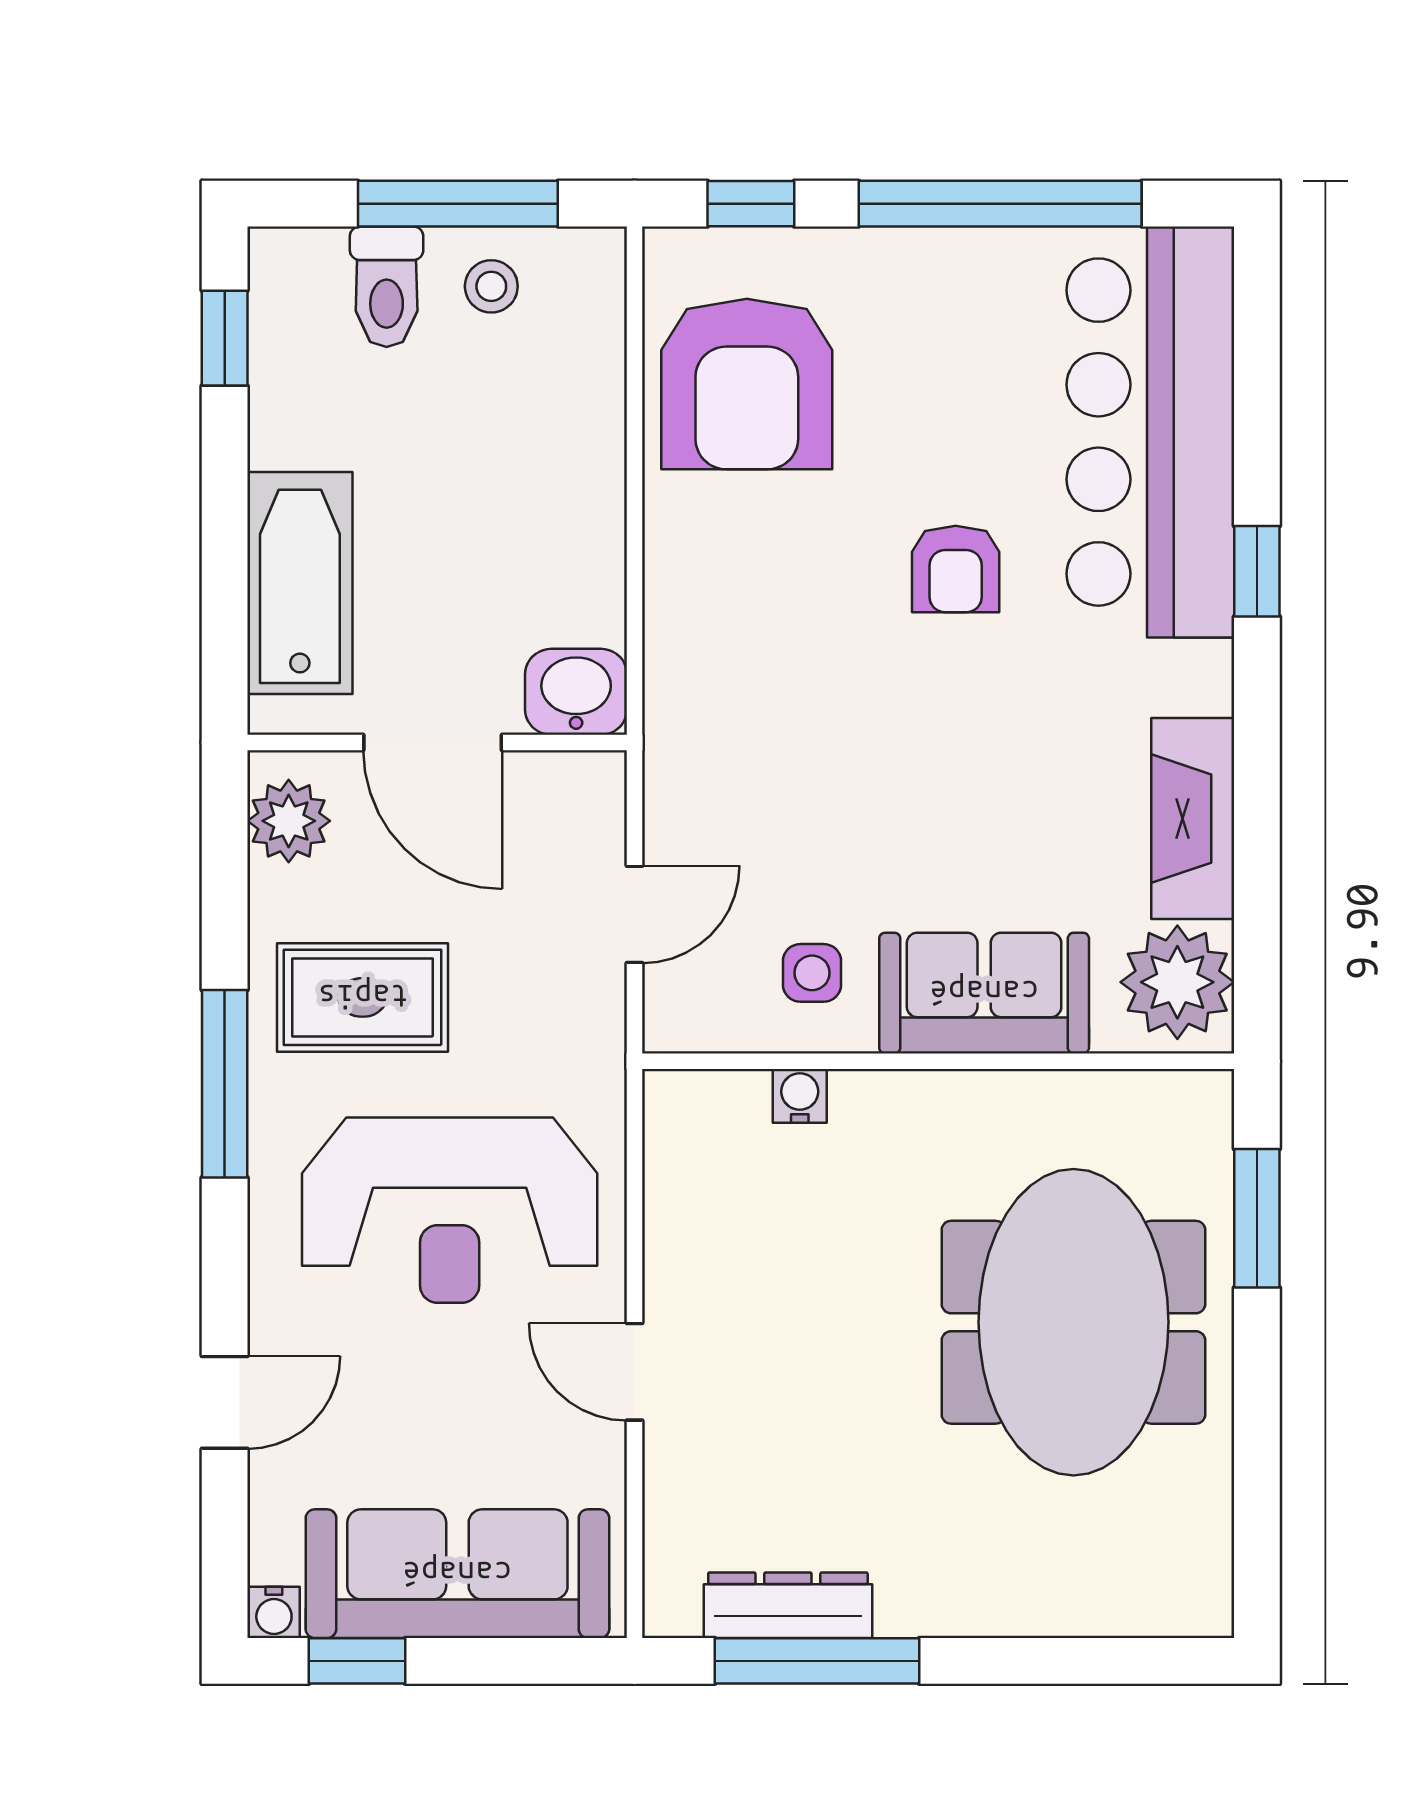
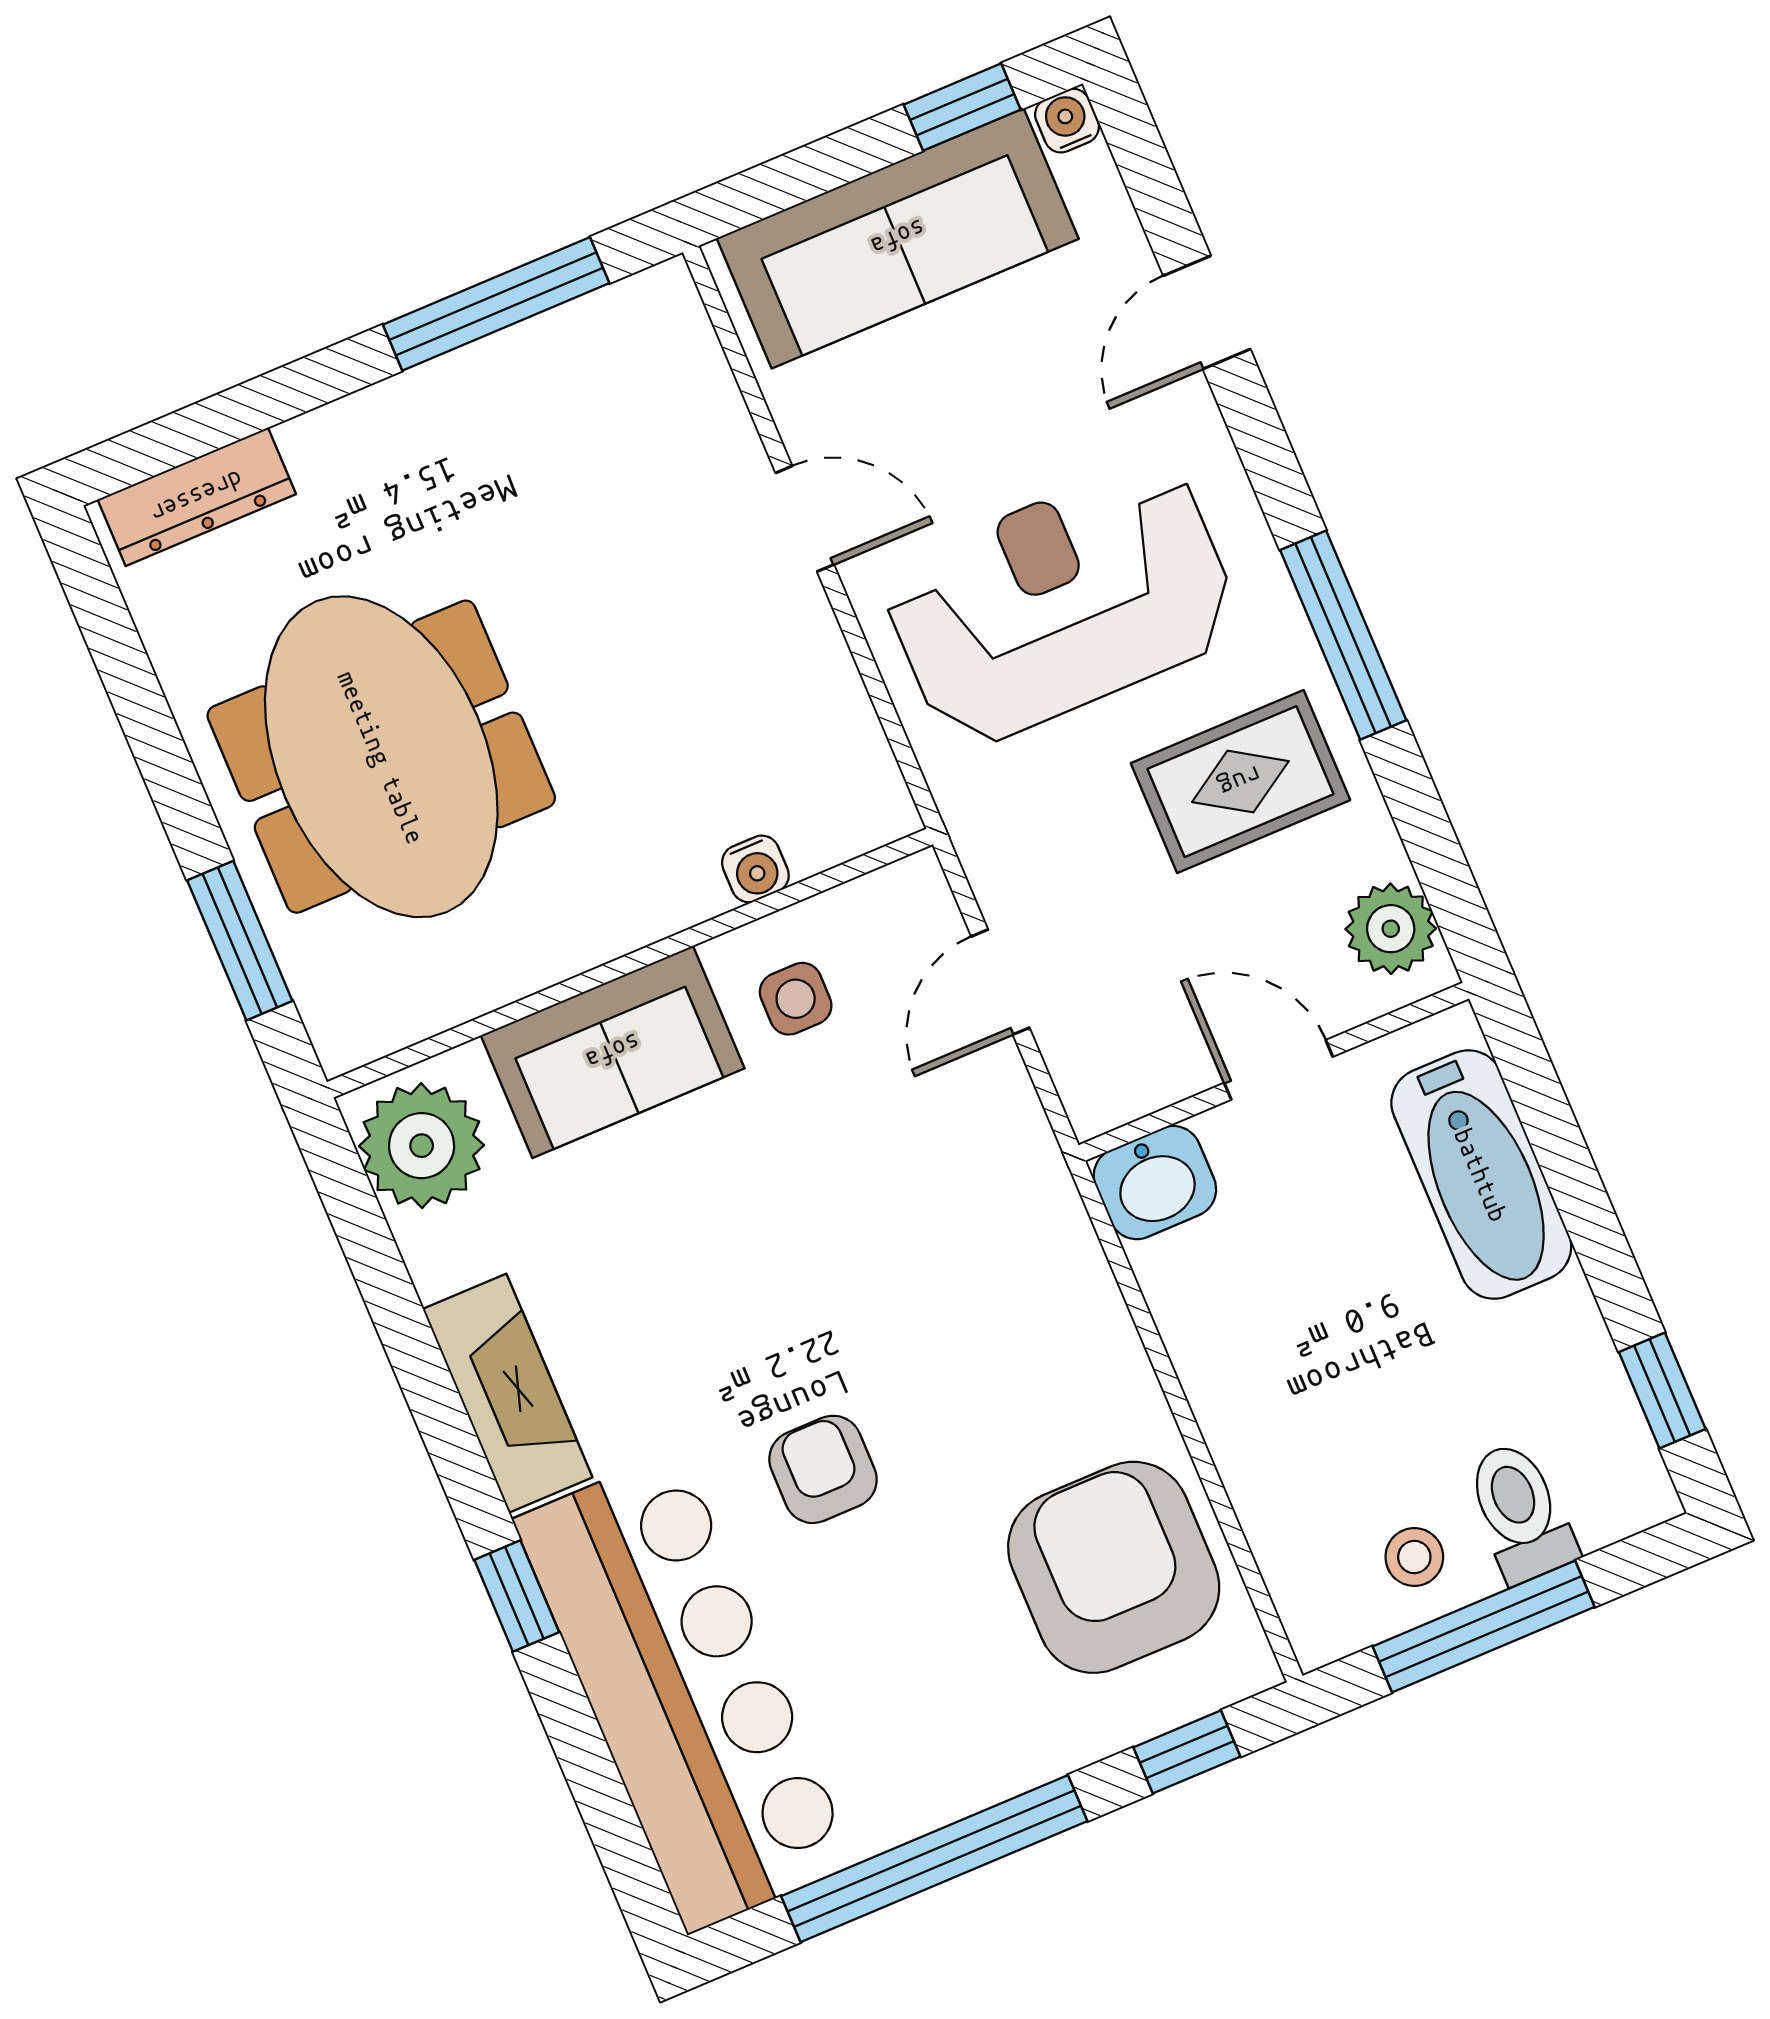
door: (433, 742) -> (1279, 1070), width x0.73
fireplace: (1193, 819) -> (508, 1393), moved
dresser: (788, 1605) -> (197, 497), moved

